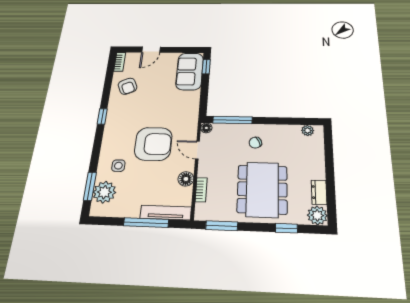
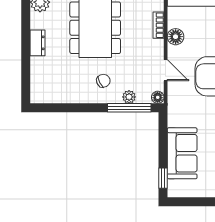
sofa: (190, 71) -> (182, 153), moved
plant: (308, 130) -> (129, 97), moved
dresser: (319, 192) -> (37, 43), moved

